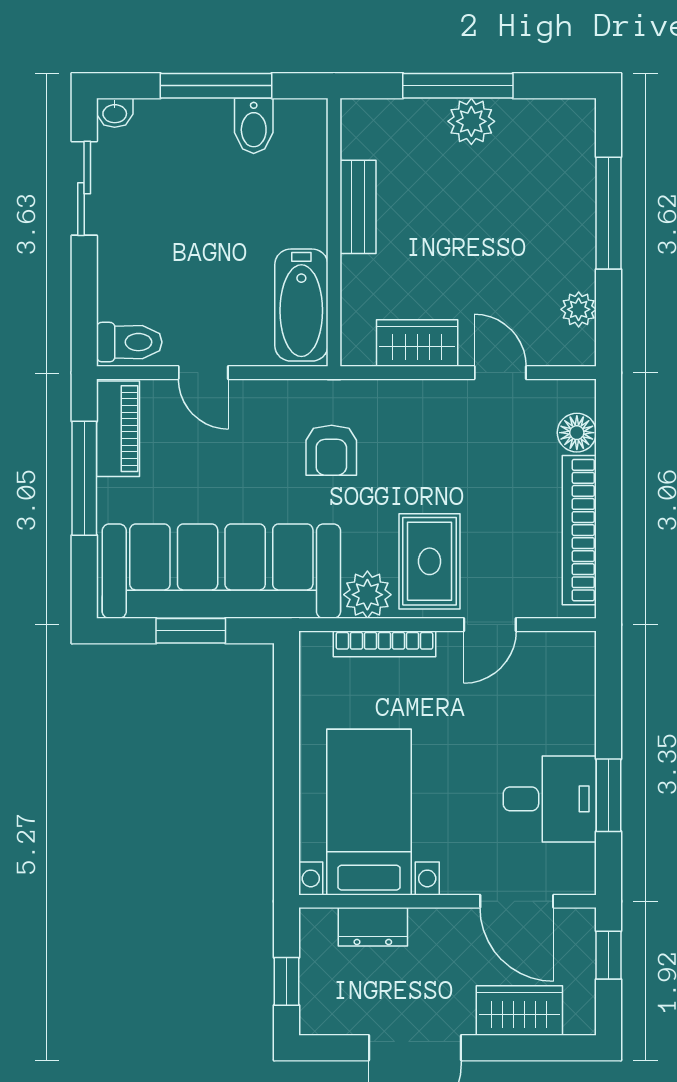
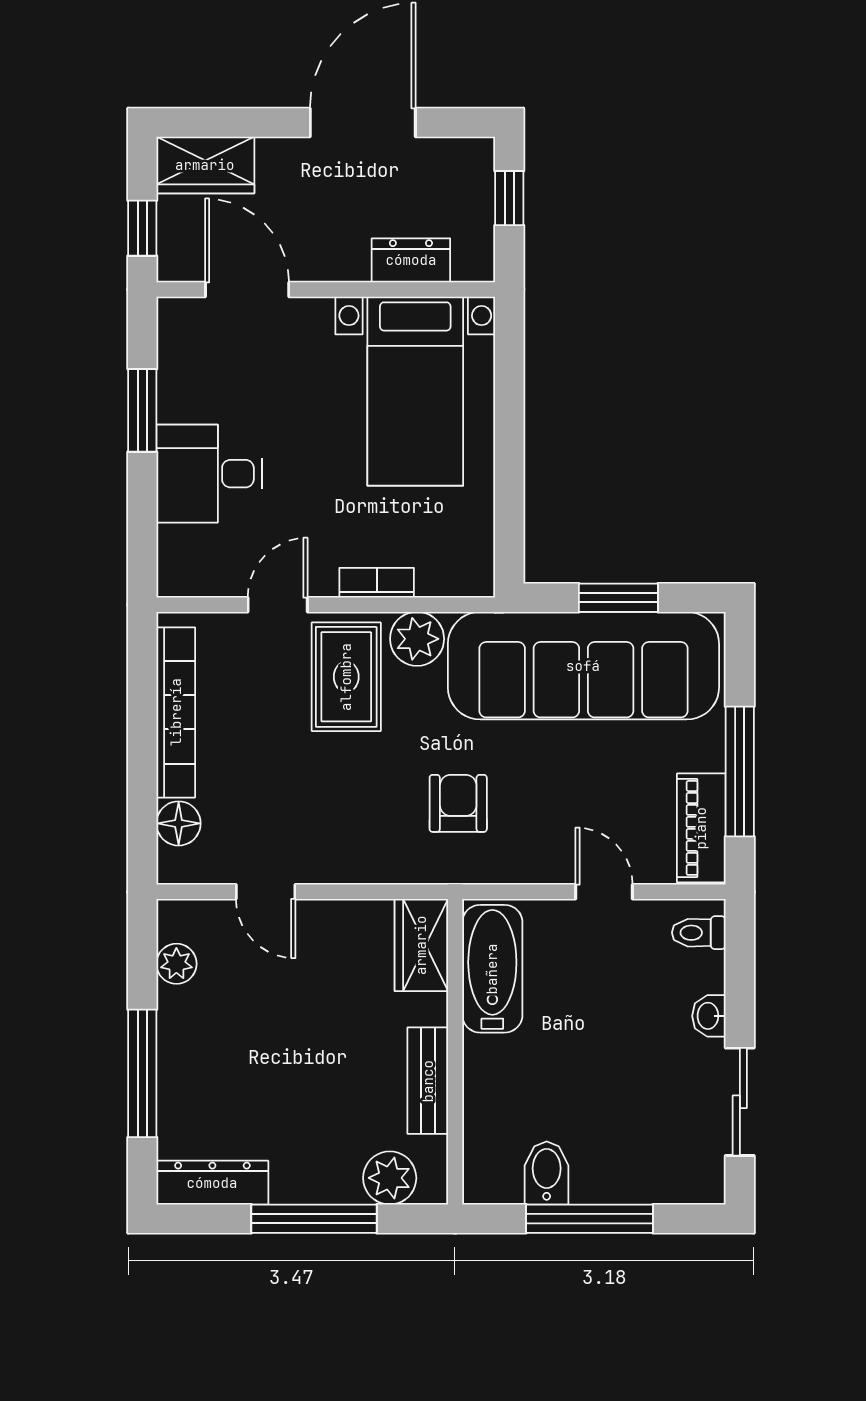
washbasin: (115, 113) -> (709, 1016), moved, turned -90
dresser: (547, 117) -> (212, 1183), added
plant: (471, 121) -> (390, 1178), moved
toilet: (129, 342) -> (699, 933), width x0.73, depth x0.72
wardrobe: (417, 343) -> (421, 945), moved, turned 90
bookcase: (384, 644) -> (377, 583), width x0.64
desk: (550, 799) -> (209, 474), moved
wardrobe: (519, 1011) -> (205, 165), moved

